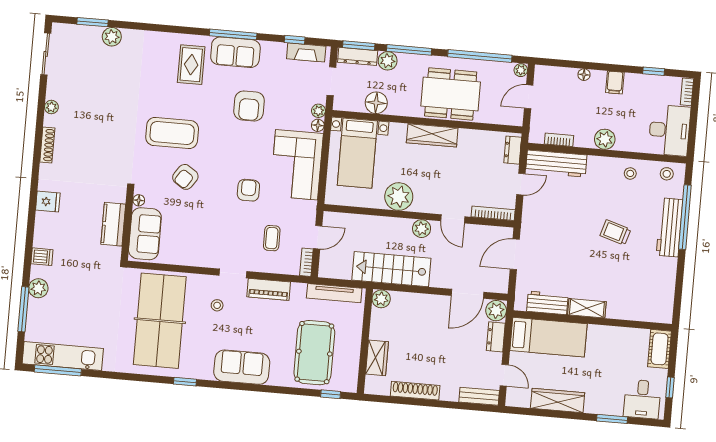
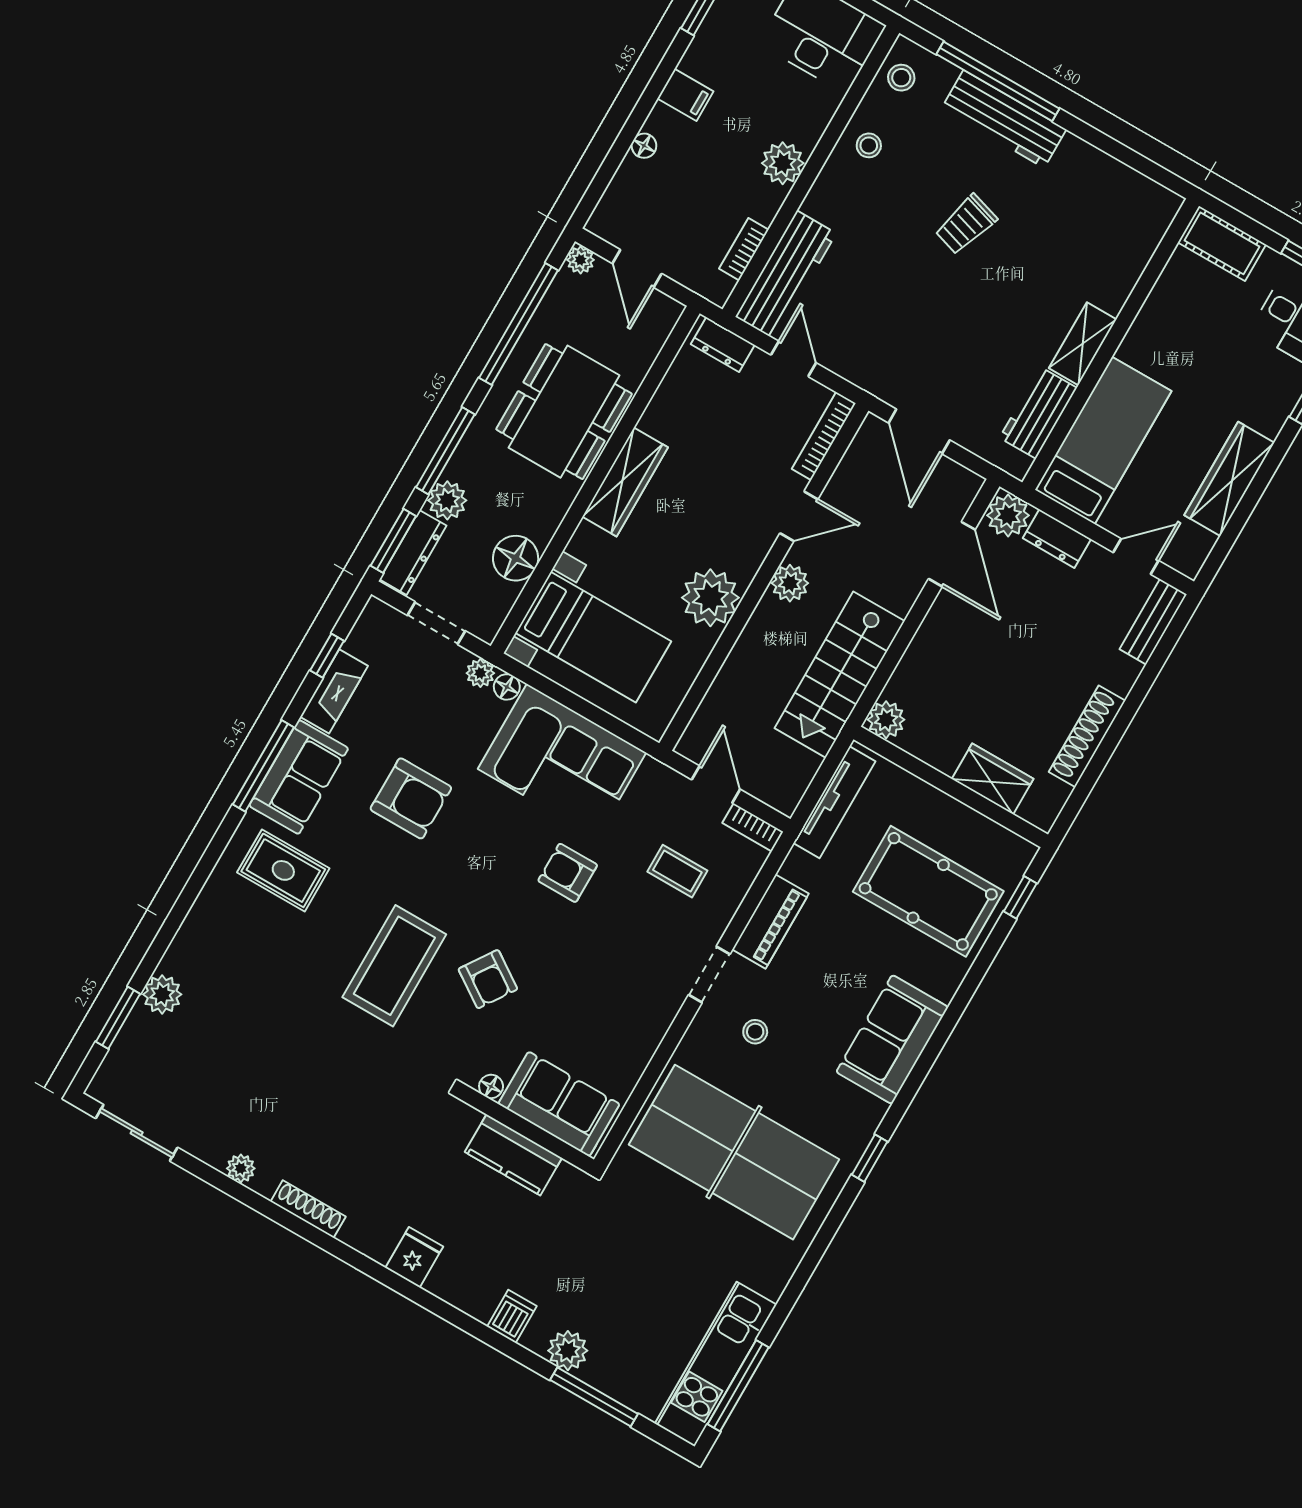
fireplace: (306, 52) -> (334, 691), moved

